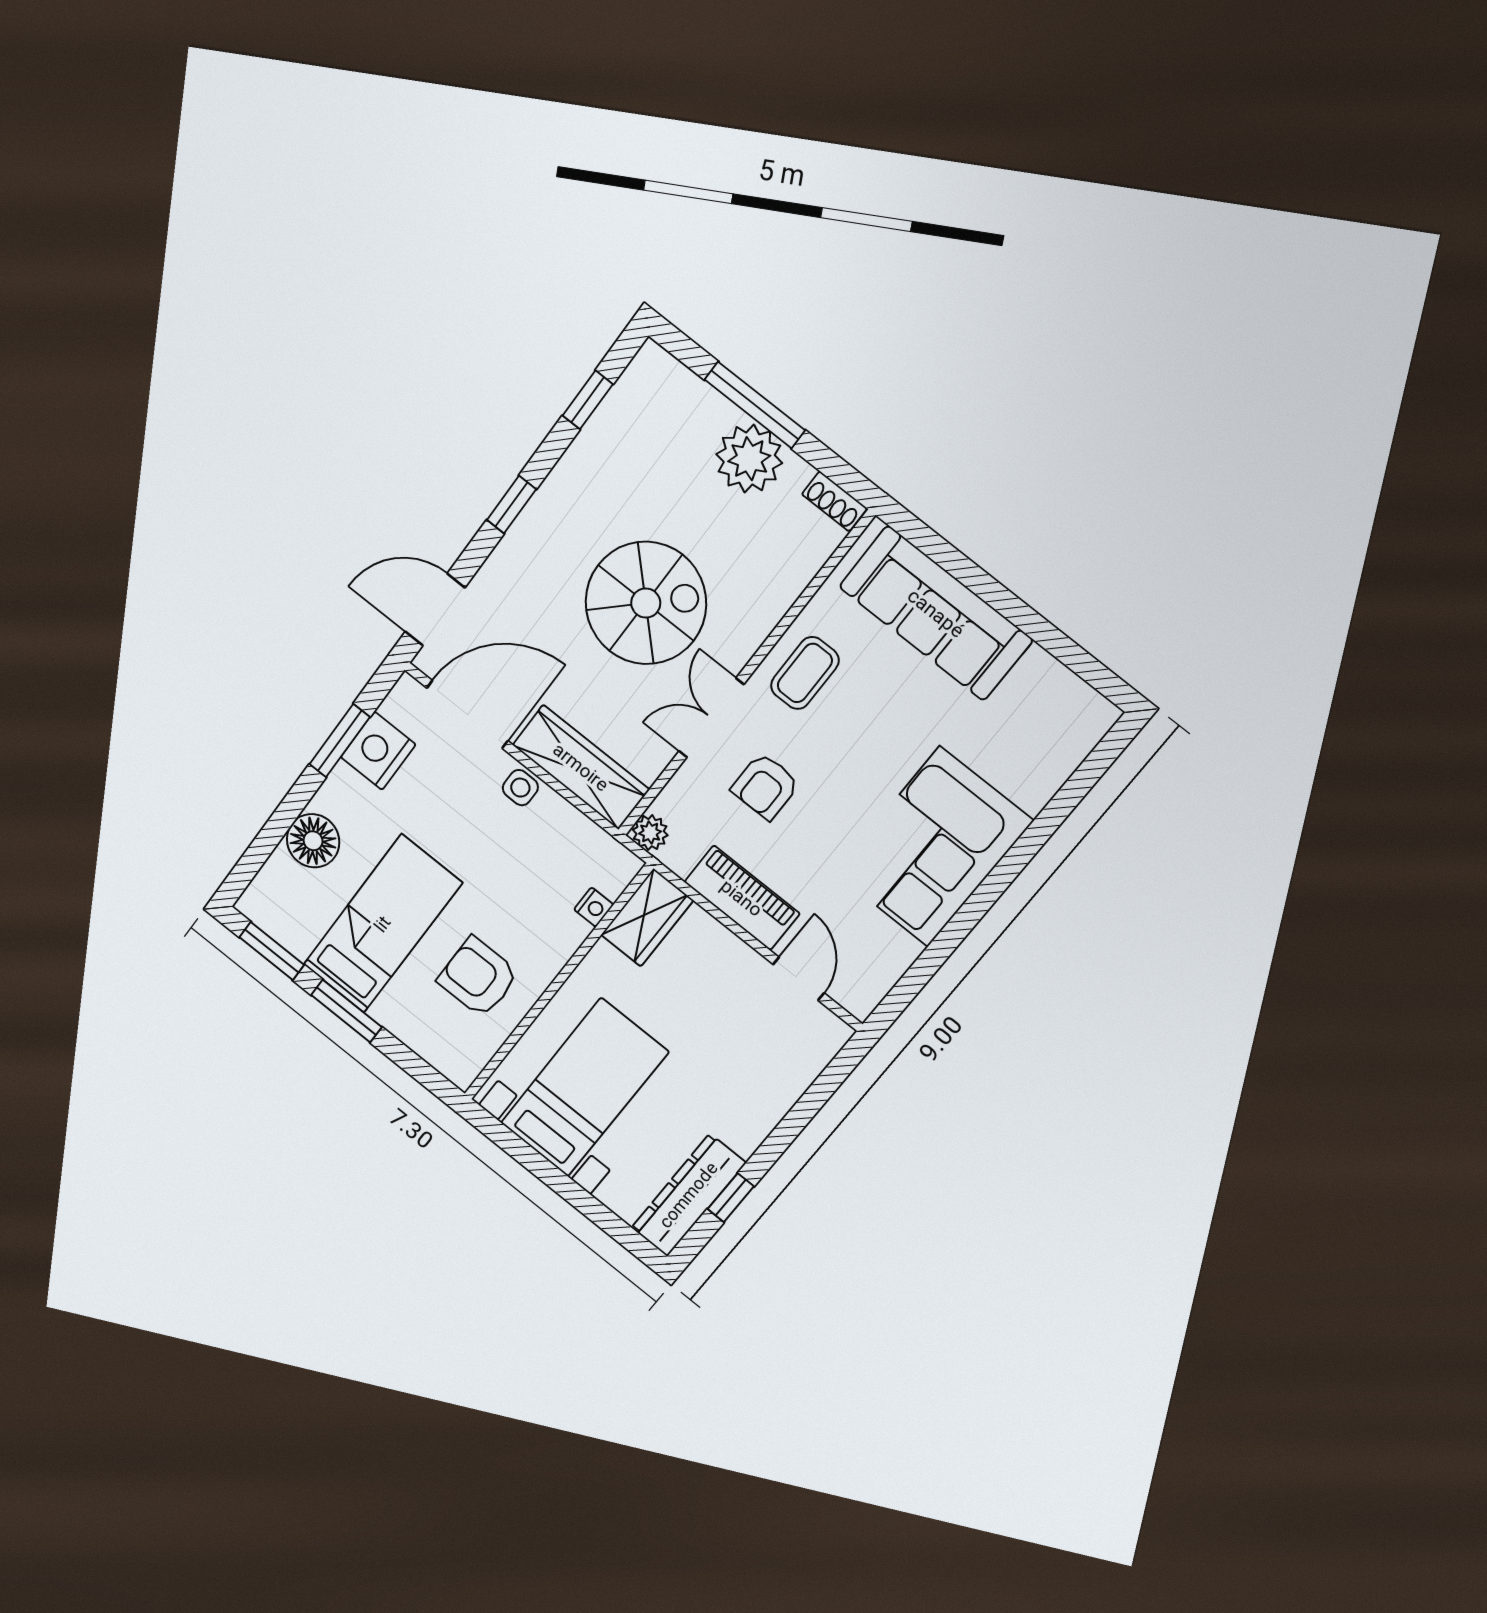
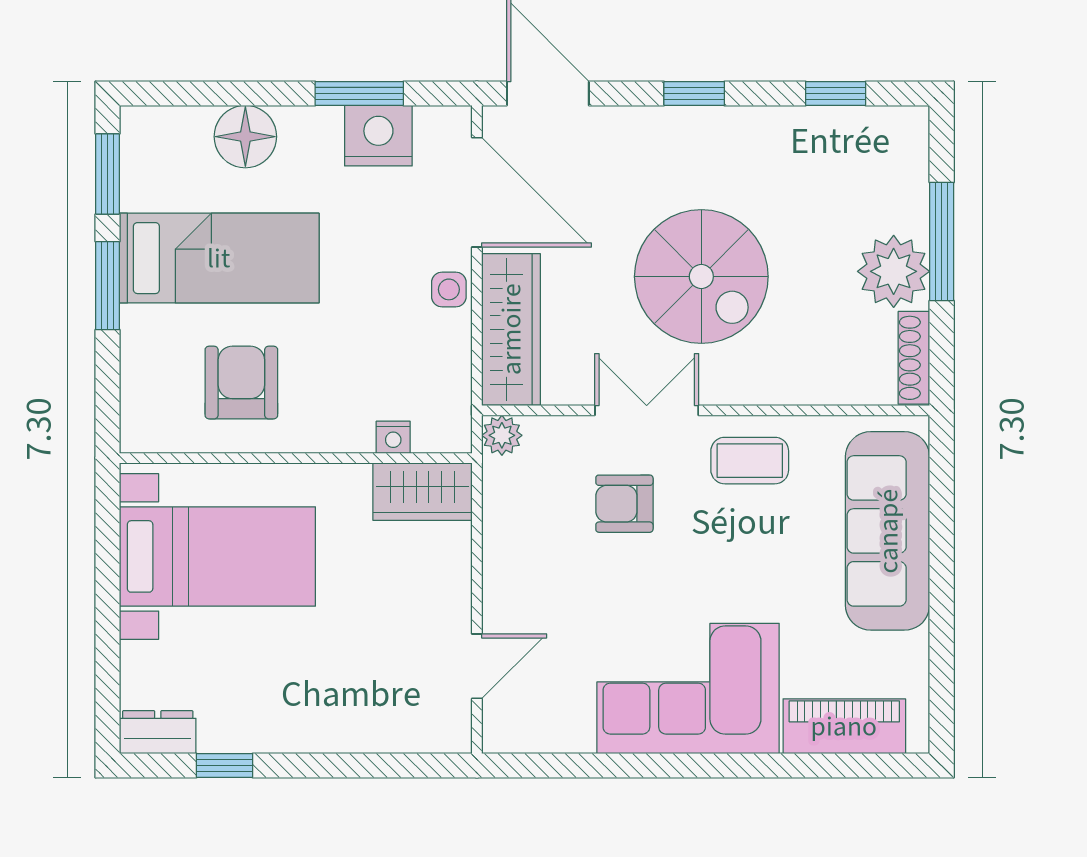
shoe rack: (834, 501) -> (914, 358), width x1.43
piano: (742, 898) -> (844, 726), moved, turned -90
dresser: (688, 1195) -> (158, 732), width x0.51, depth x0.80

